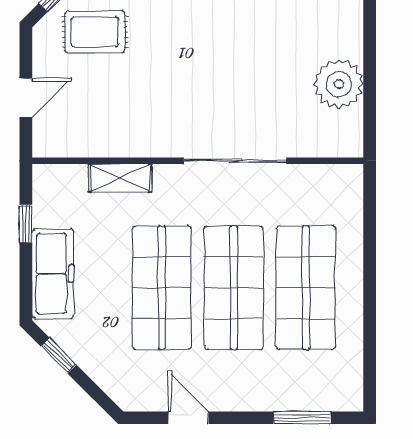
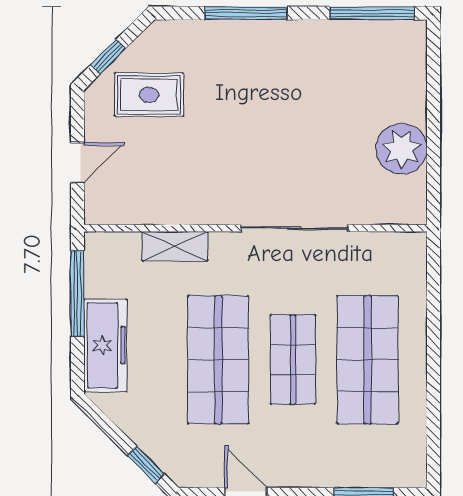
window: (26, 224) -> (77, 294), width x2.17
shop shelf: (234, 288) -> (293, 360), width x0.70, depth x0.74
window: (59, 356) -> (146, 465), moved

